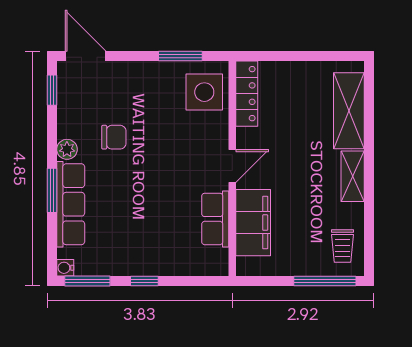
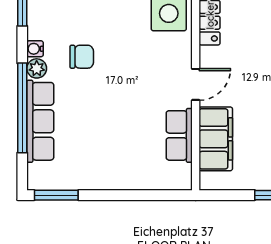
window: (52, 190) -> (22, 108), width x2.11
water cooler: (65, 268) -> (35, 49), moved
window: (144, 281) -> (111, 195), removed

